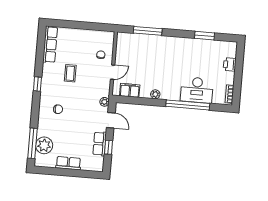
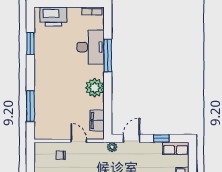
printer: (230, 64) -> (53, 17), width x1.87, depth x1.48
plant: (155, 94) -> (95, 88), width x1.87, depth x1.87
window: (188, 105) -> (108, 56), width x0.68
row of seats: (100, 144) -> (176, 148), moved

